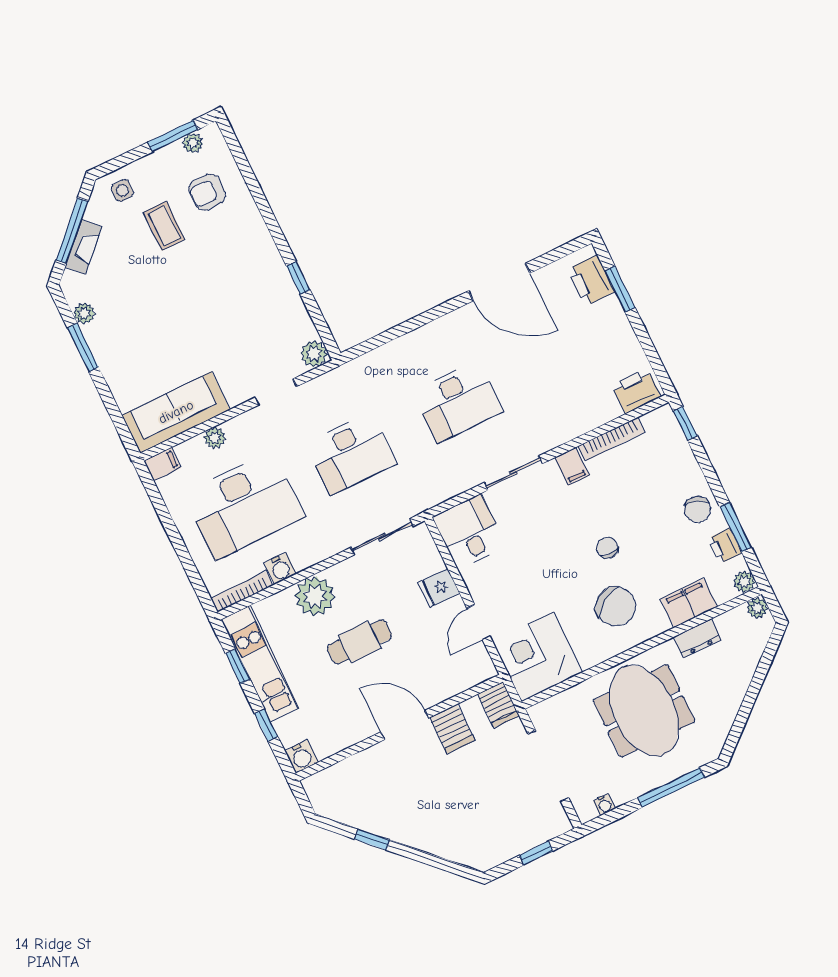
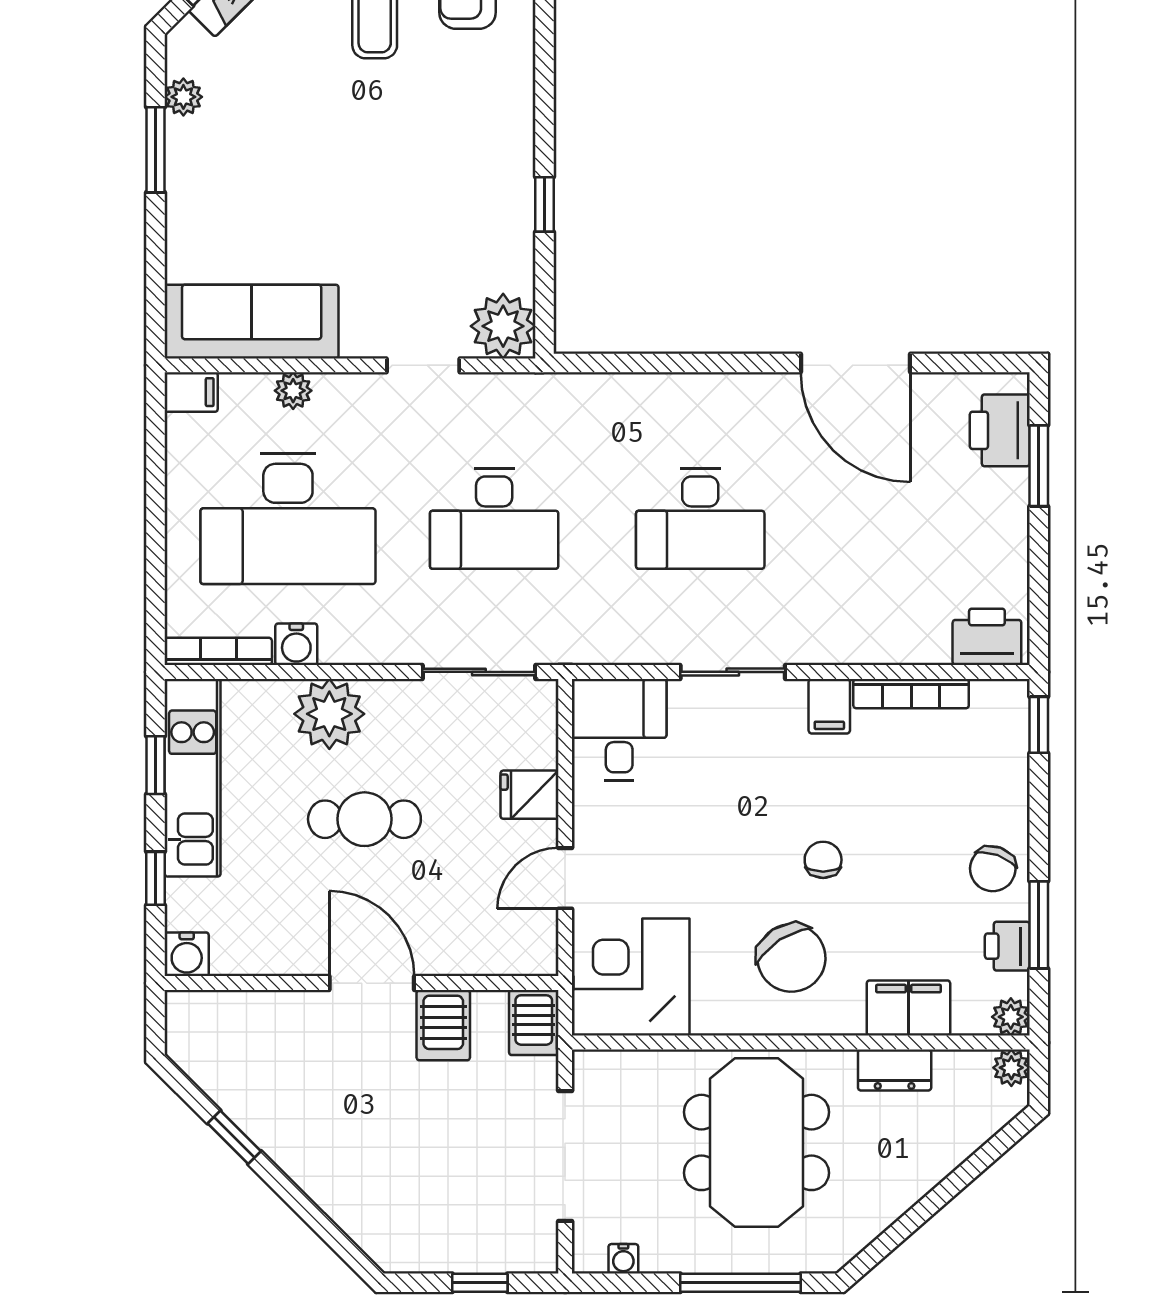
plant: (314, 354) -> (503, 326), width x1.36, depth x1.36

